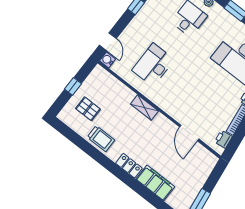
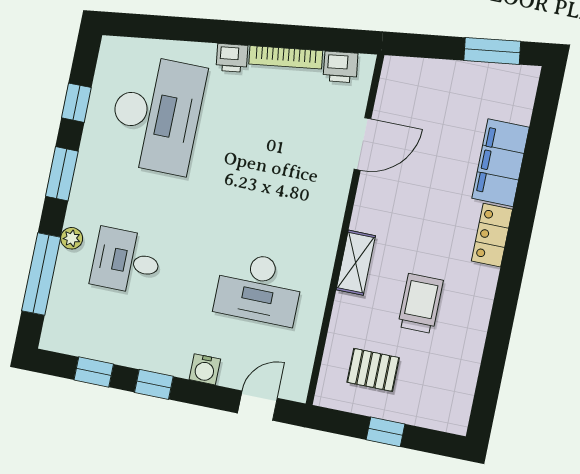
water cooler: (108, 60) -> (205, 369), moved
pallet: (88, 109) -> (373, 370), moved, turned 90
trolley: (101, 139) -> (420, 303), moved

